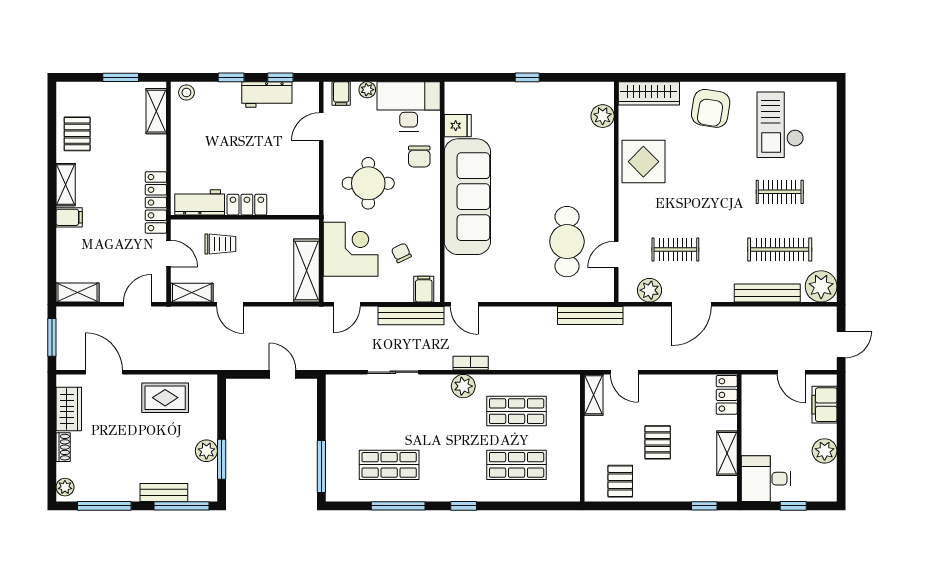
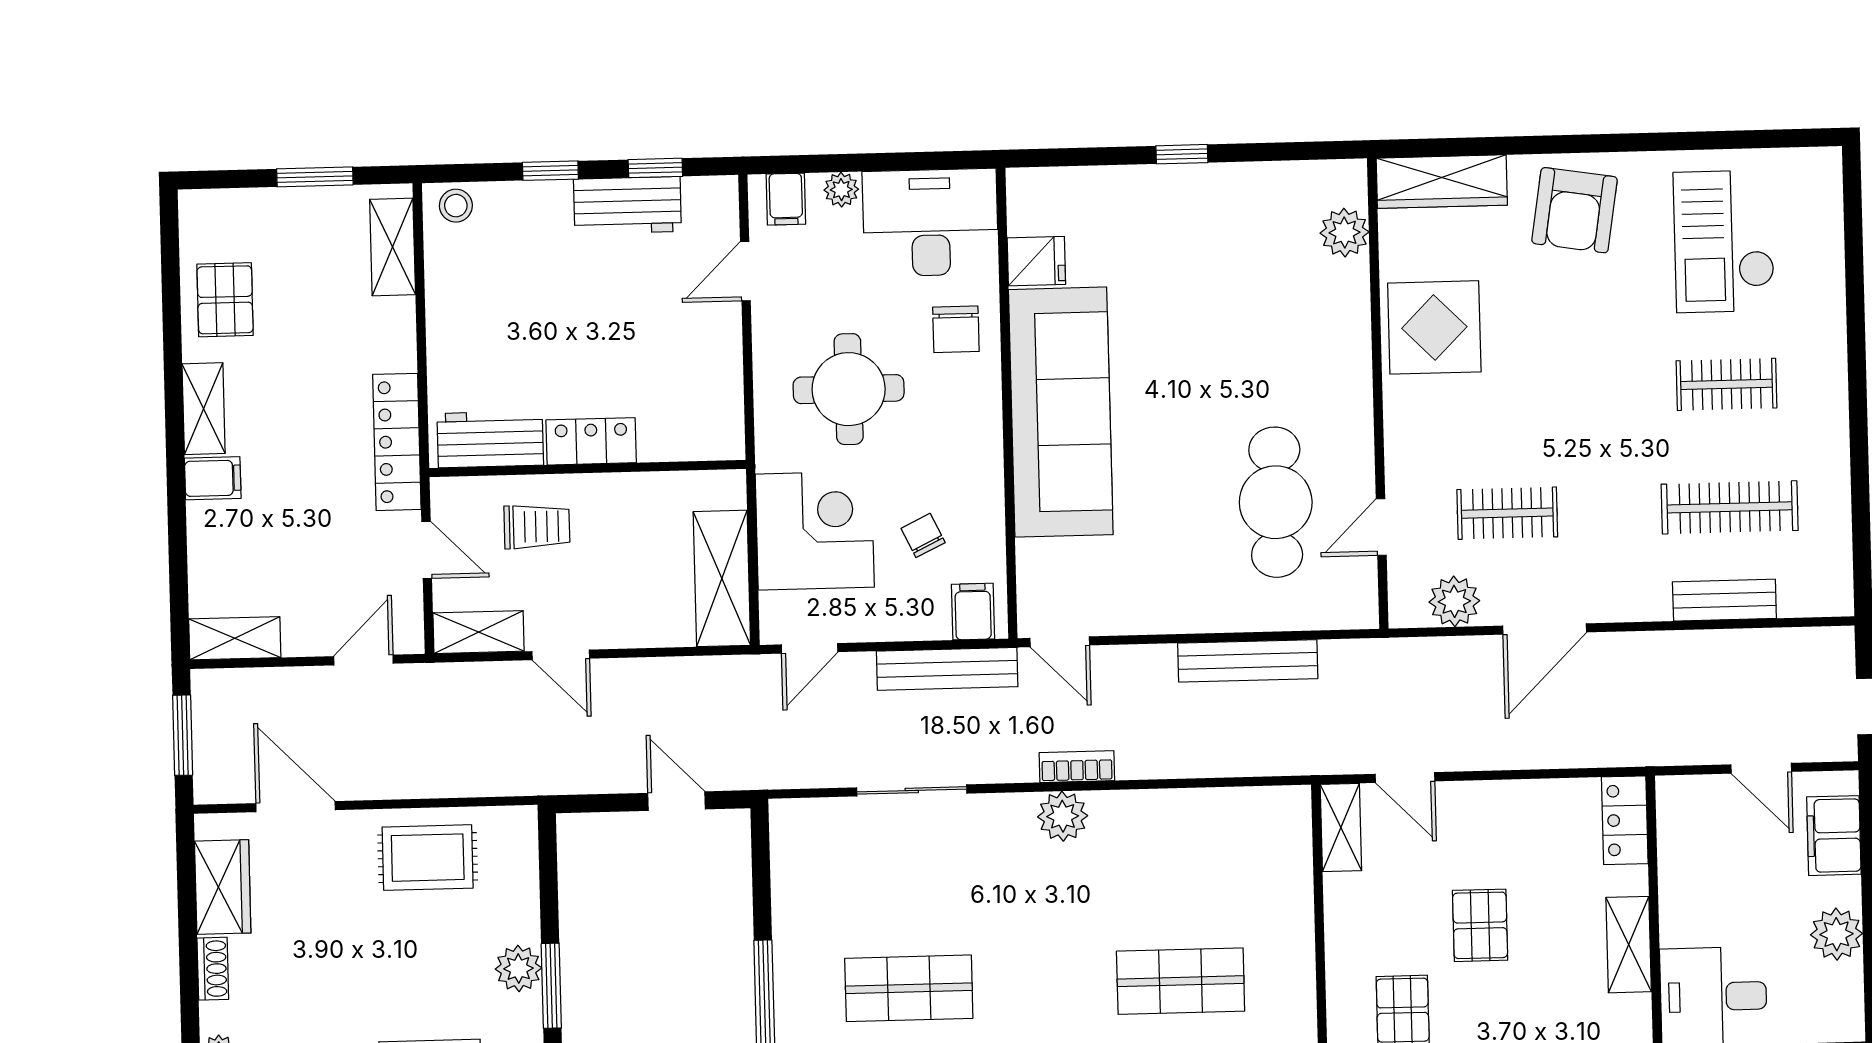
plant: (821, 286) -> (1820, 584), removed
bench: (767, 293) -> (1724, 600), width x0.73
bench: (590, 316) -> (1248, 661), moved
shop shelf: (517, 411) -> (1178, 866), removed

